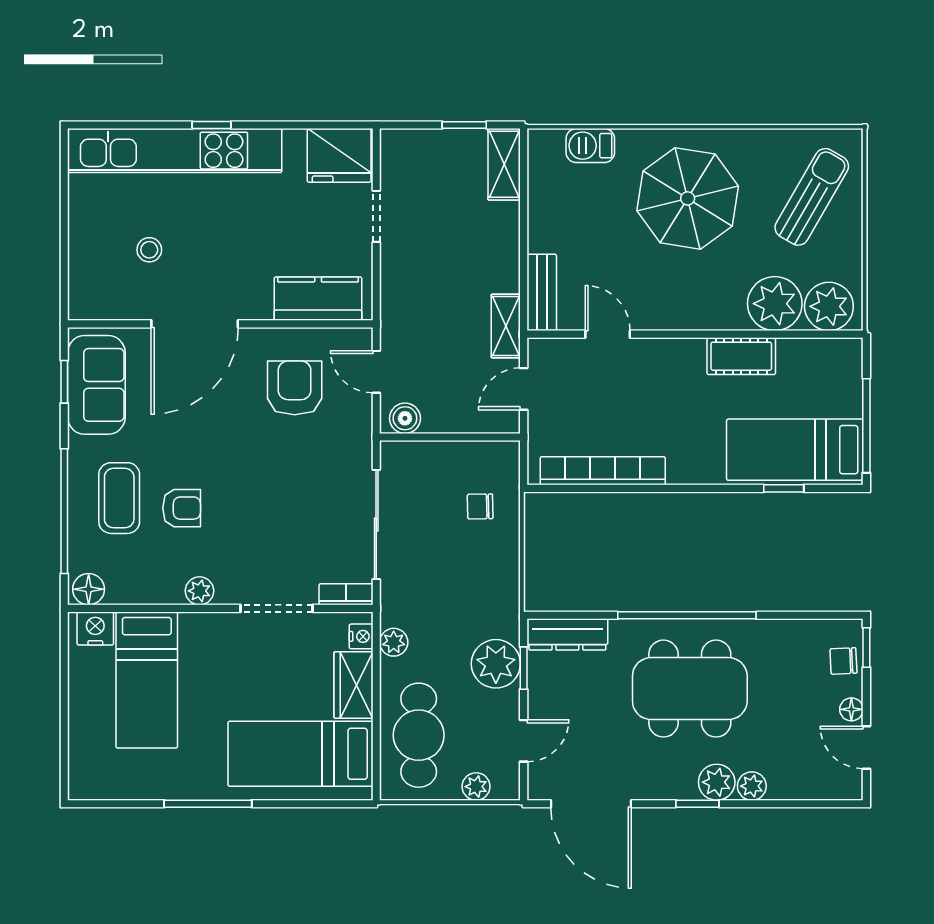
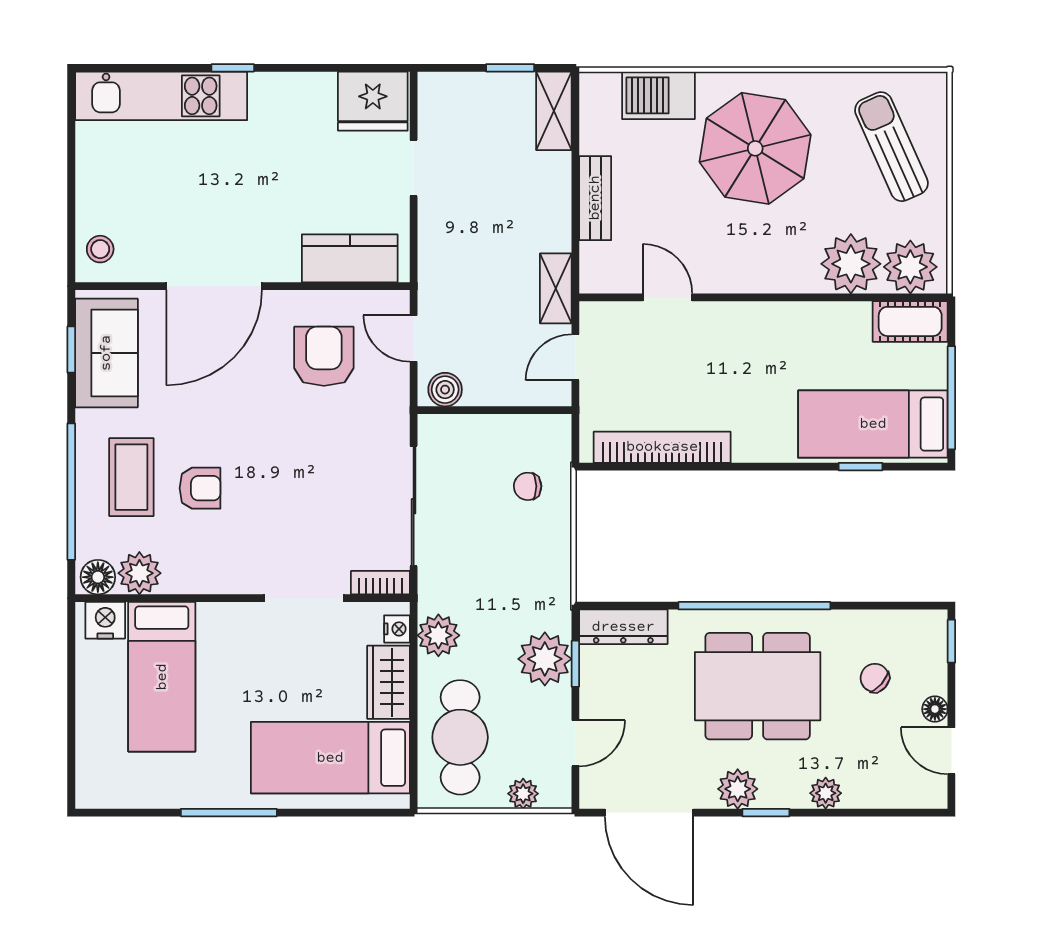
barbecue: (590, 146) -> (658, 95), width x1.38, depth x1.27
kitchen unit: (175, 151) -> (161, 96), width x0.73
sun lounger: (812, 197) -> (891, 147), turned -54
stool: (149, 250) -> (100, 249), moved
bench: (542, 292) -> (595, 198), moved
cot: (741, 356) -> (910, 321), moved
plant: (200, 591) -> (139, 573), moved, width x1.38, depth x1.38
plant: (394, 642) -> (438, 635), width x1.38, depth x1.38
chair: (843, 661) -> (875, 678), moved, turned 44
plant: (717, 782) -> (738, 789), moved

